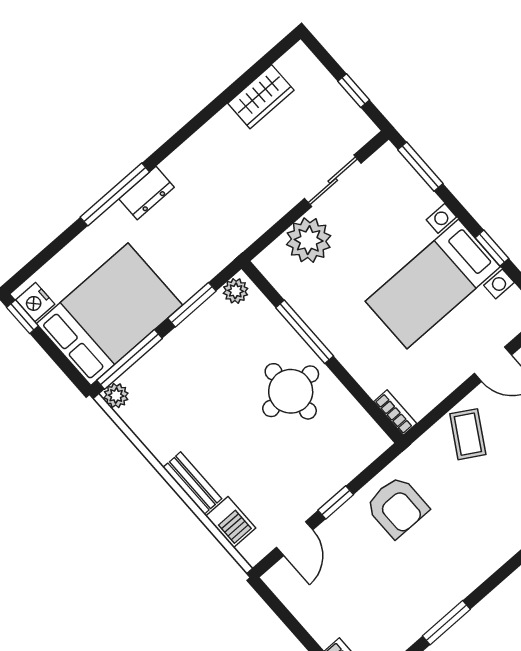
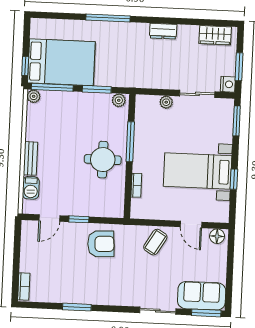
window: (354, 91) -> (239, 67), width x1.50
wardrobe: (261, 97) -> (215, 35), moved
dresser: (147, 193) -> (163, 31), moved
plant: (309, 240) -> (166, 102), width x0.53, depth x0.53
nightstand: (35, 302) -> (228, 84), moved, turned 180
window: (22, 317) -> (25, 66), moved
bookcase: (395, 412) -> (136, 185), moved
armchair: (397, 507) -> (101, 244), turned -93

